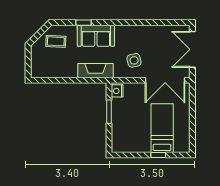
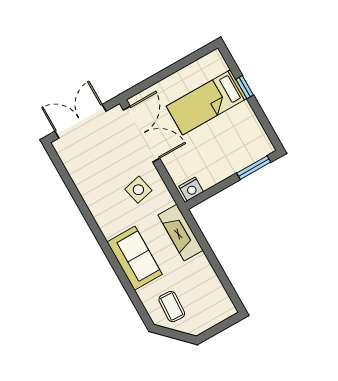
window: (83, 23) -> (127, 284), removed
double door: (192, 49) -> (81, 121), swing flipped
window: (109, 112) -> (254, 168), moved

